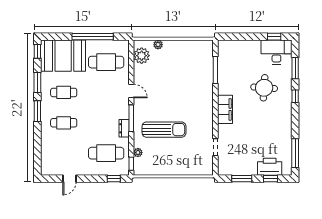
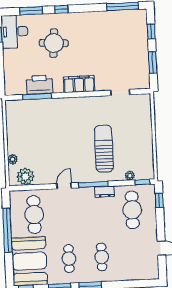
printer: (270, 167) -> (39, 85), moved, turned 90

